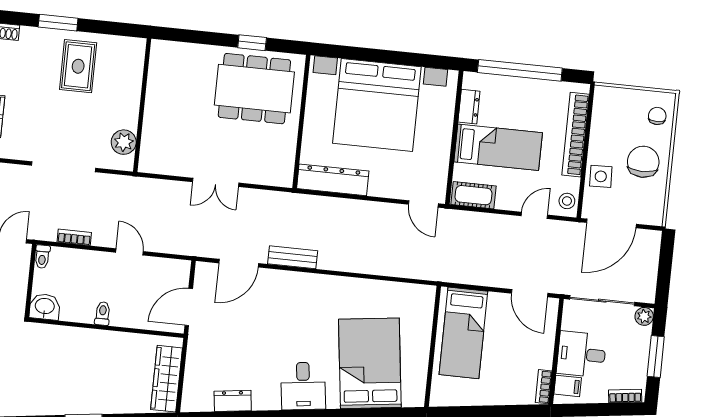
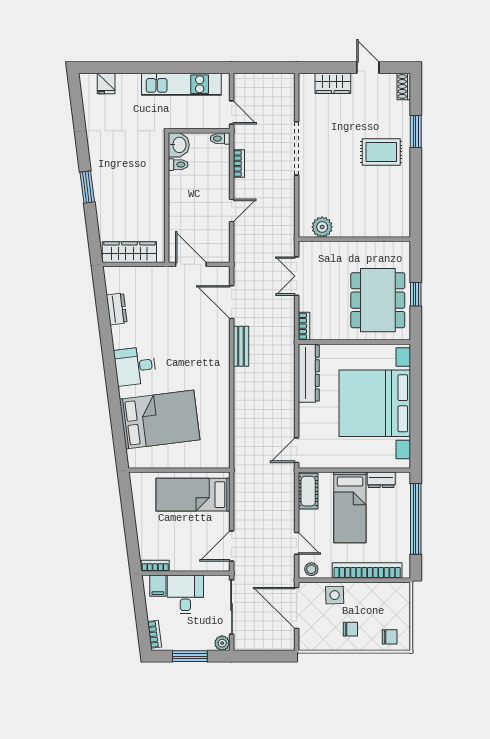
wall: (142, 105) -> (354, 239), moved
plant: (124, 142) -> (322, 227), moved
chair: (643, 162) -> (350, 629), width x0.54, depth x0.54
bookcase: (276, 180) -> (304, 326), added
toilet: (103, 314) -> (178, 165), moved

